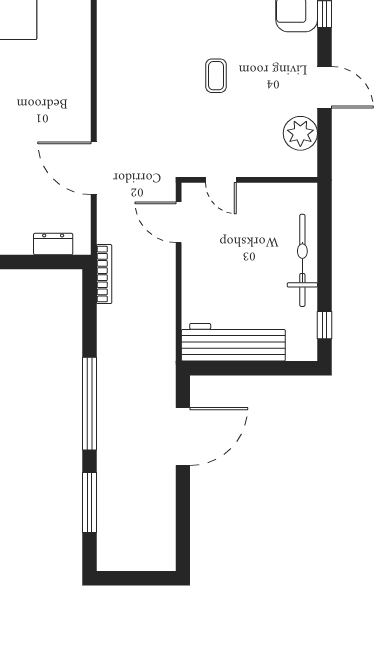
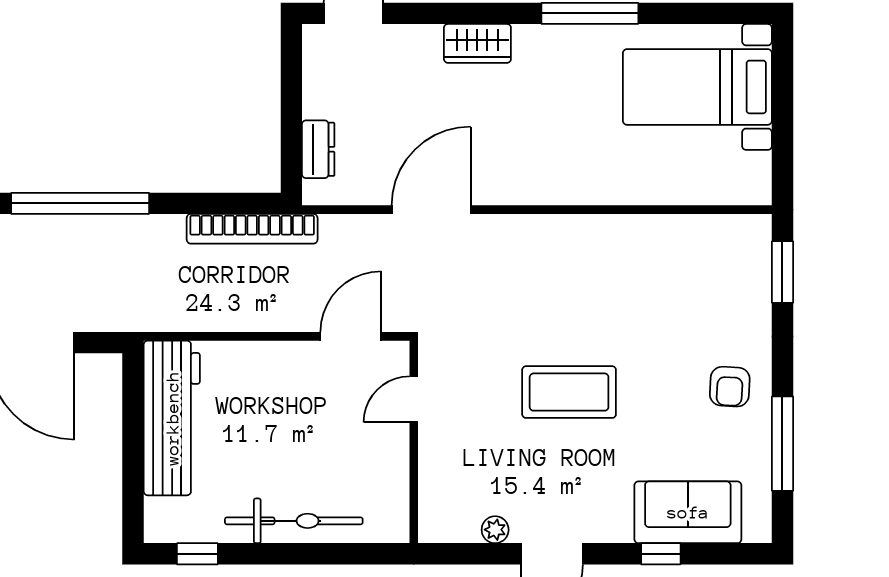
coffee table: (216, 76) -> (569, 392), width x1.86, depth x1.72
plant: (300, 133) -> (495, 530), width x0.53, depth x0.53
bookcase: (104, 274) -> (252, 229), width x1.48, depth x1.31

